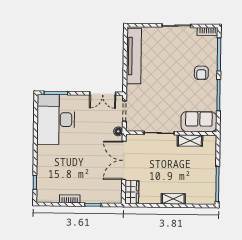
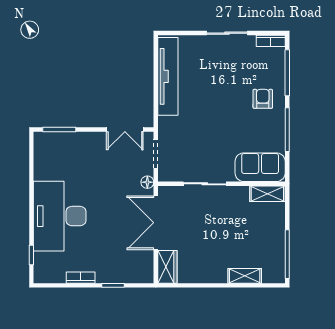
armchair: (201, 73) -> (263, 99), turned 180
desk: (56, 119) -> (60, 216), moved
shelving: (190, 141) -> (267, 194), moved
shelving: (173, 199) -> (245, 276), moved

